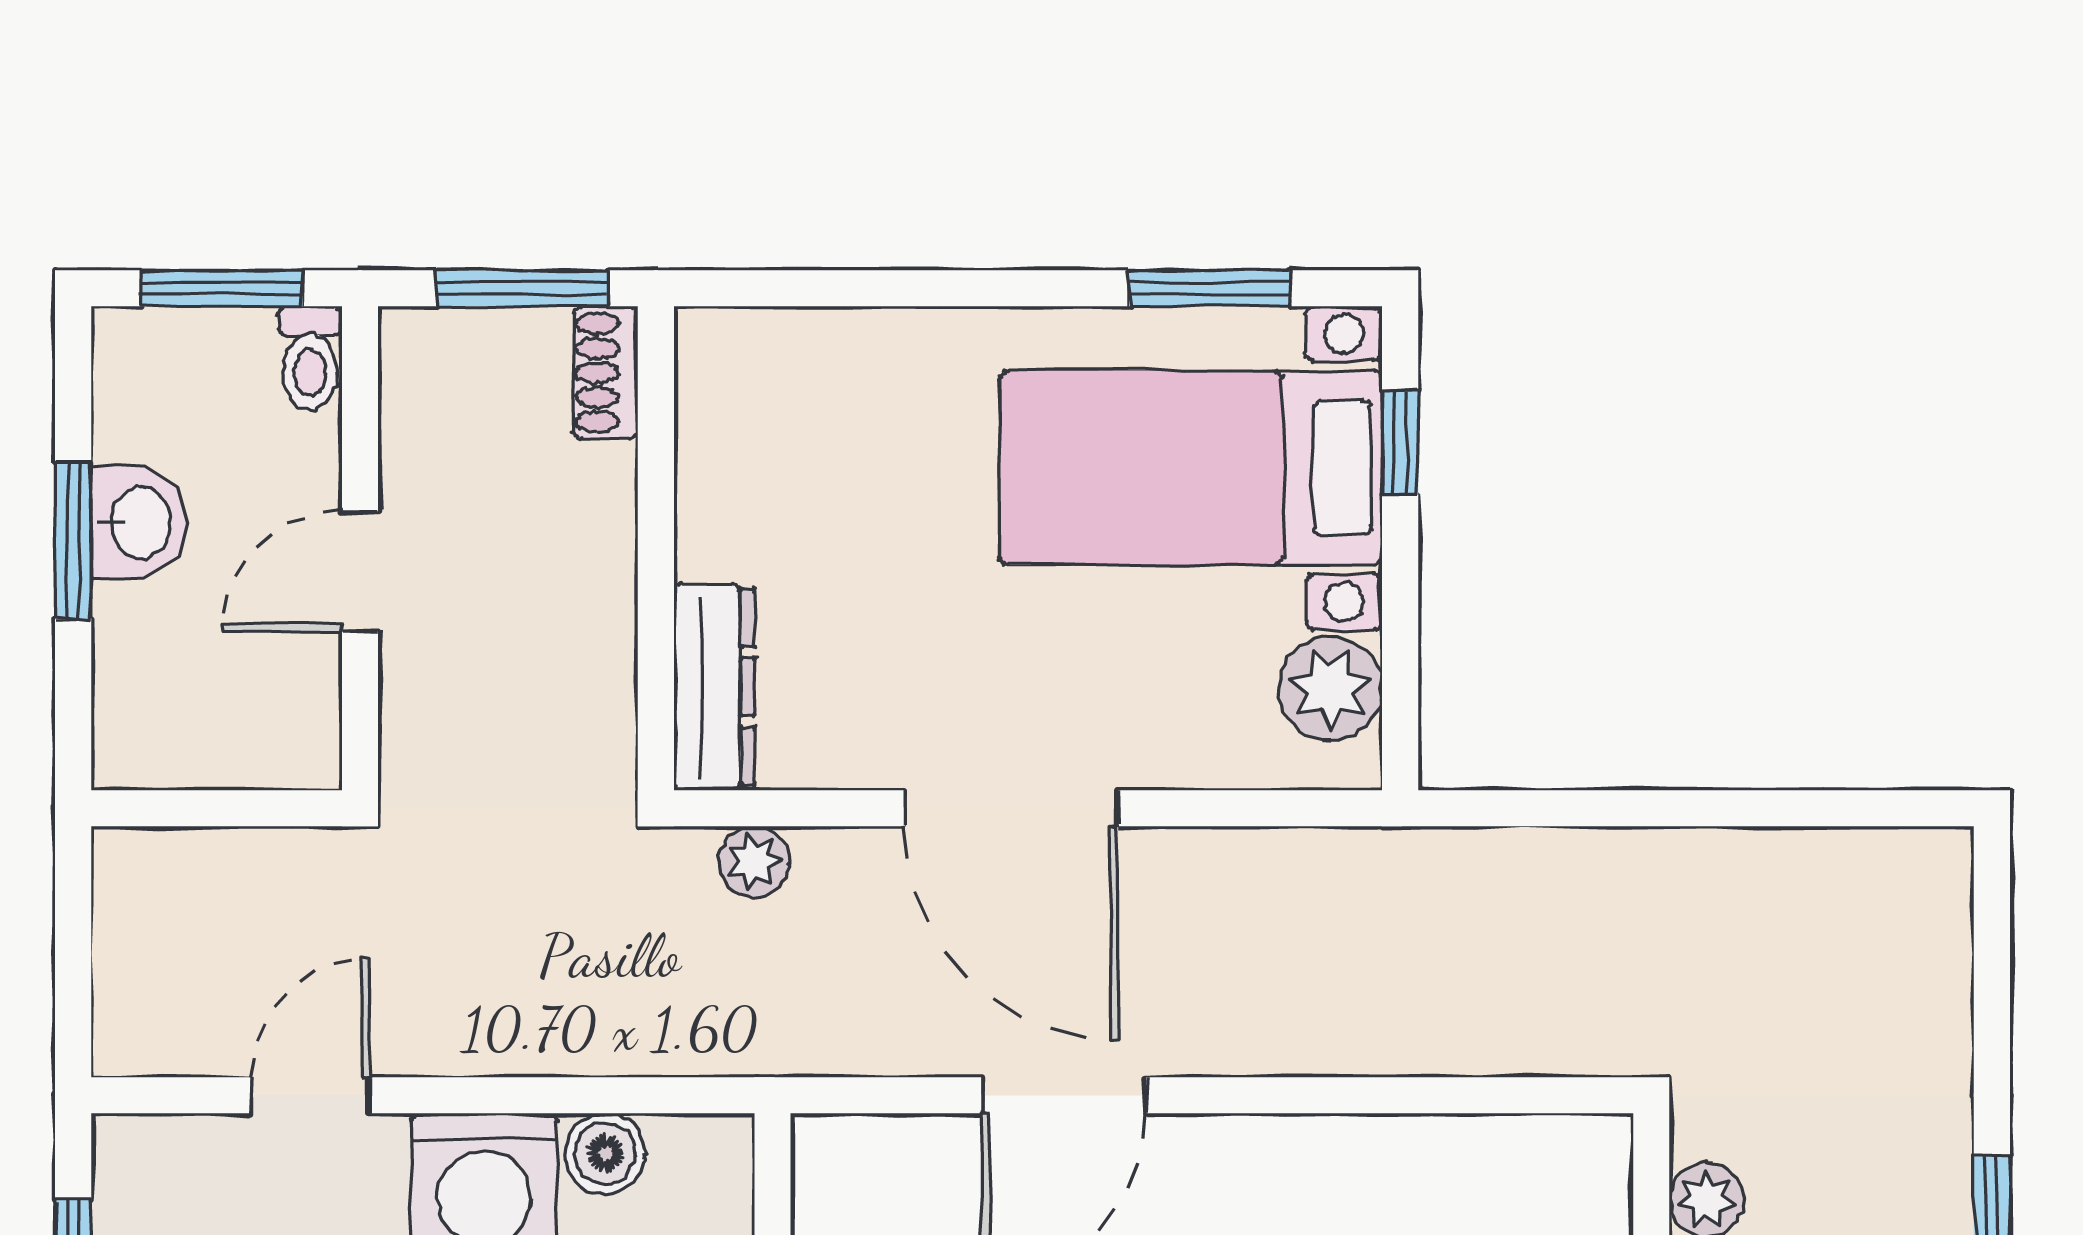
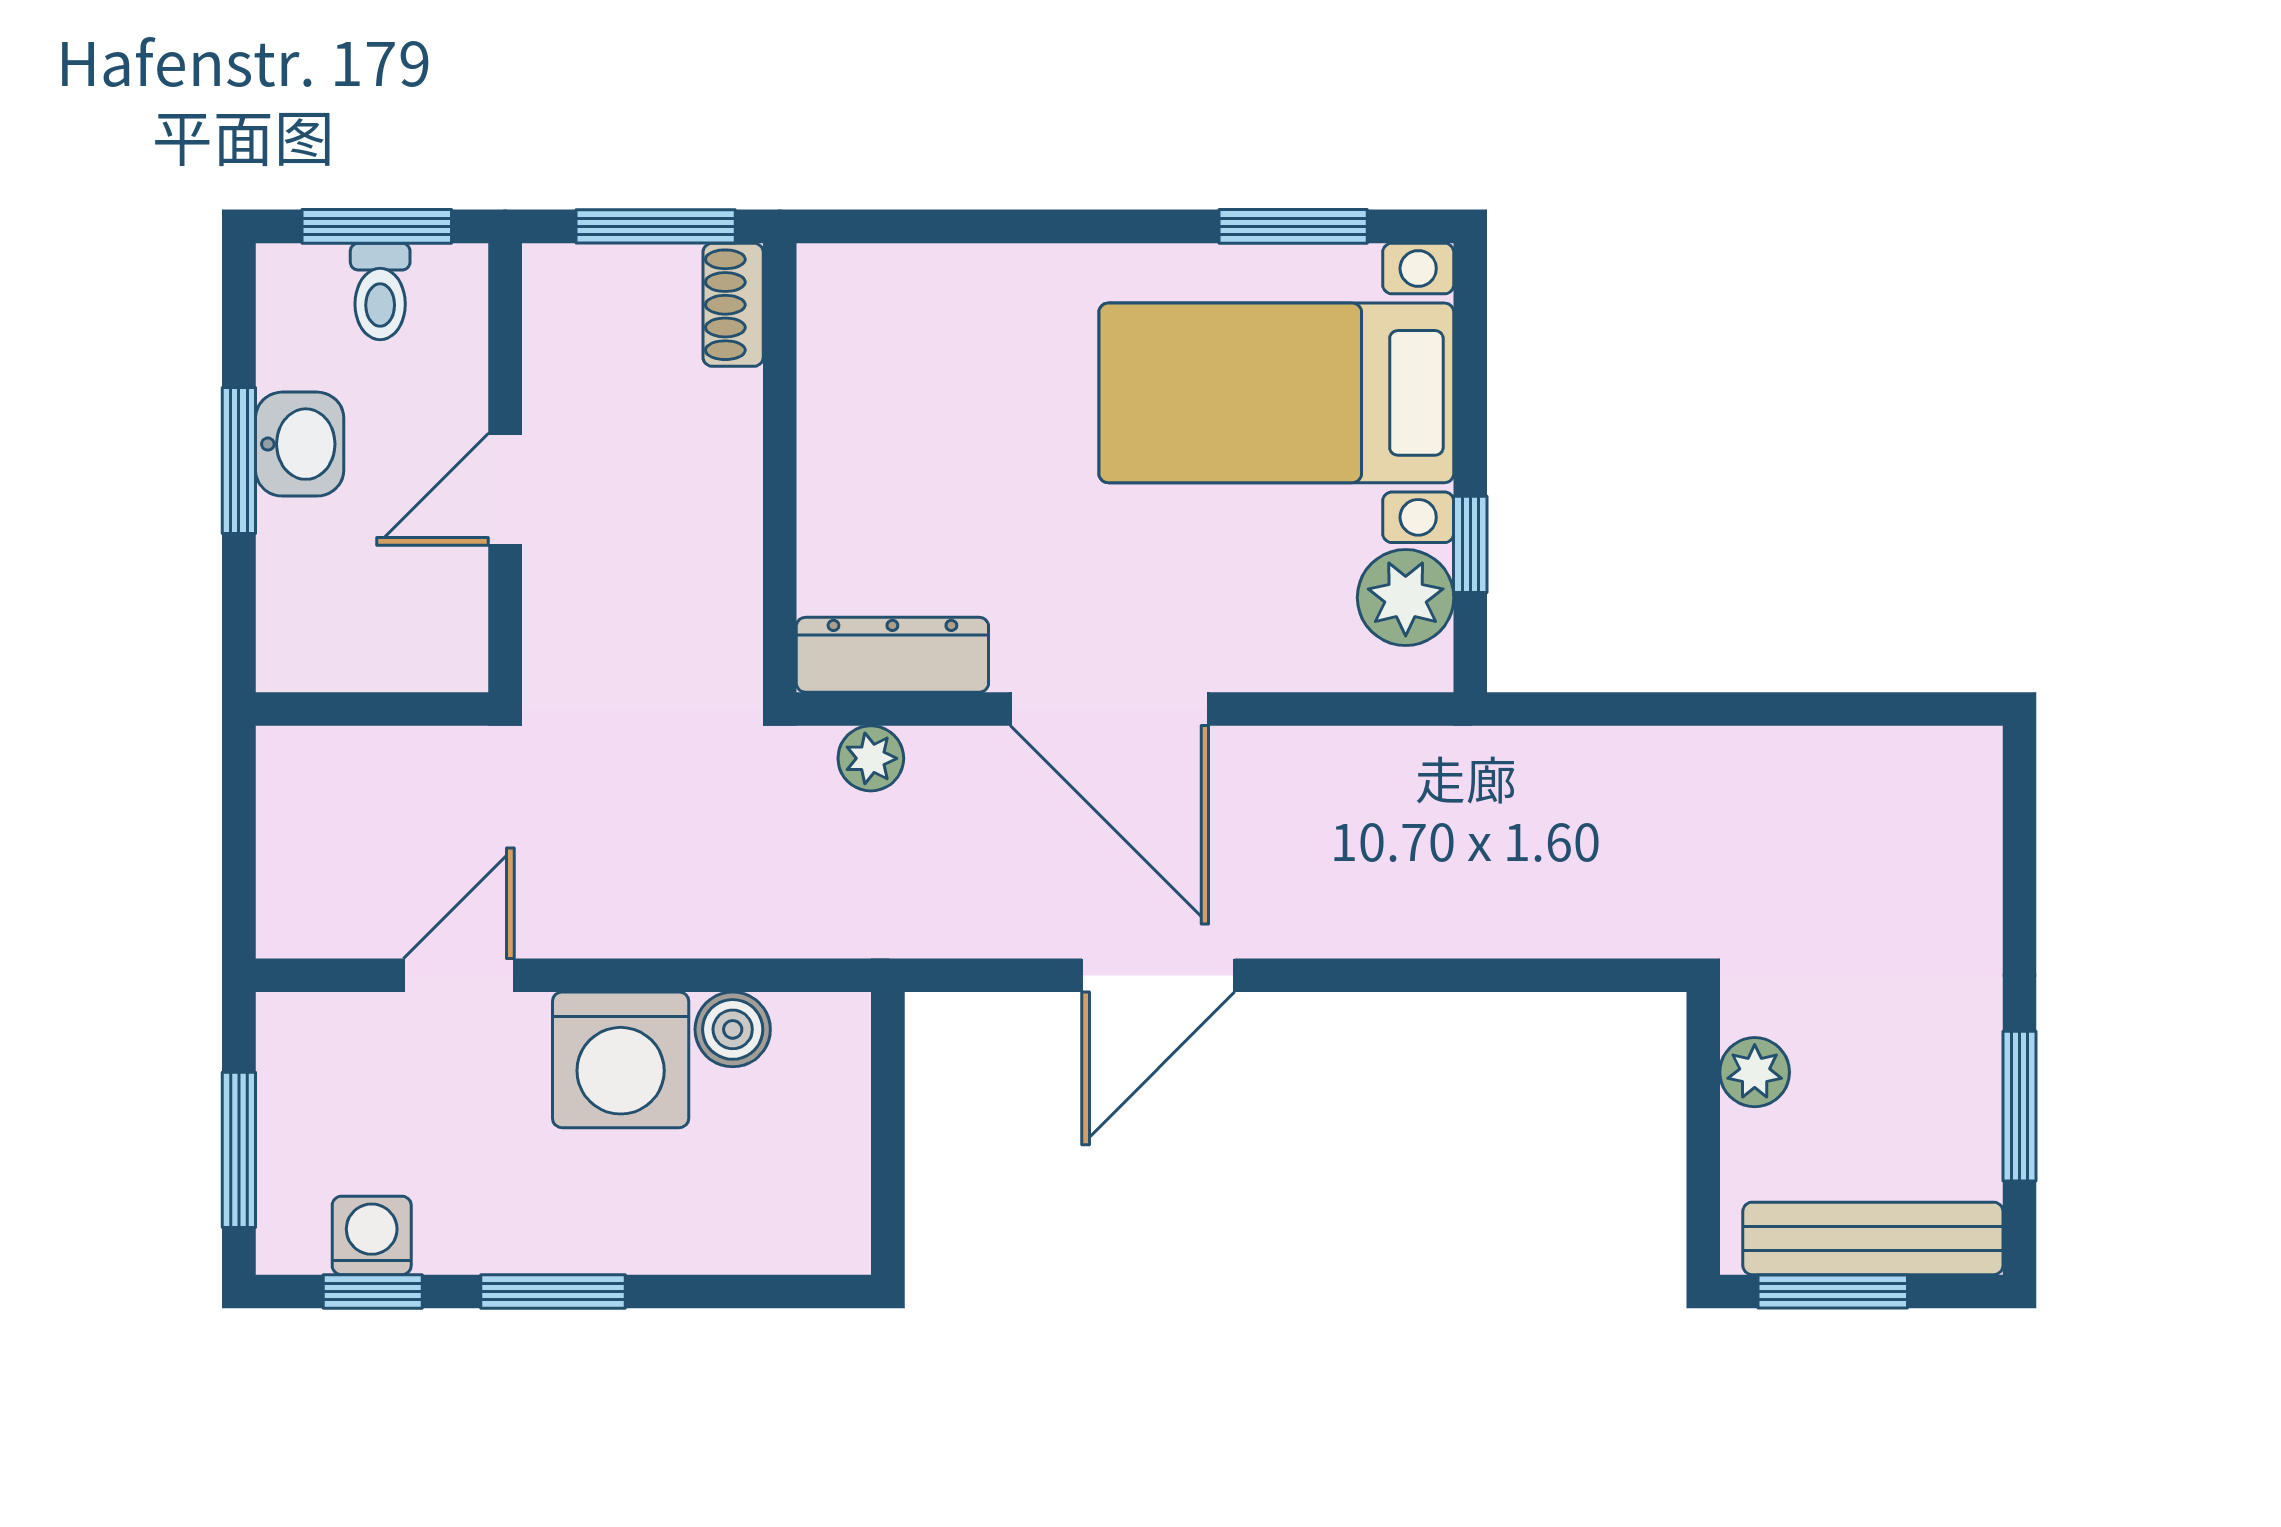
toilet: (310, 358) -> (380, 291), moved
window: (1400, 443) -> (1470, 544), moved
dresser: (714, 687) -> (892, 655), moved, turned -90

